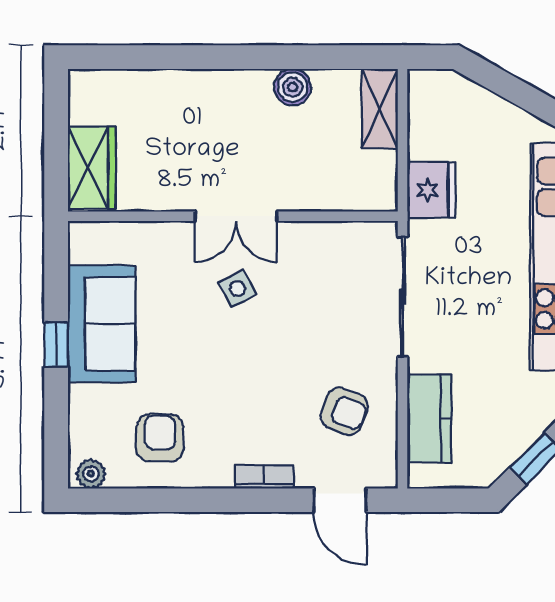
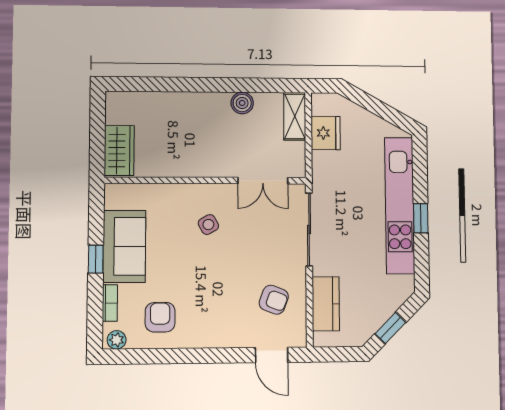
fridge: (431, 190) -> (326, 133), moved
double door: (236, 216) -> (263, 181), moved
bookcase: (264, 477) -> (110, 303), moved, turned 90

